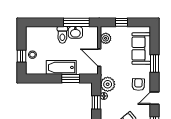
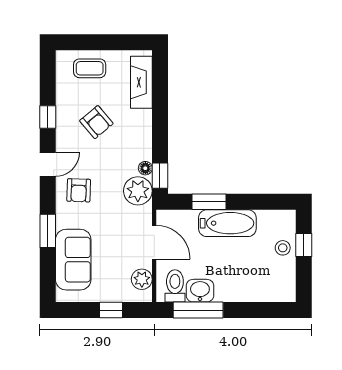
toilet: (62, 35) -> (175, 286), moved
window: (96, 102) -> (160, 176), moved

